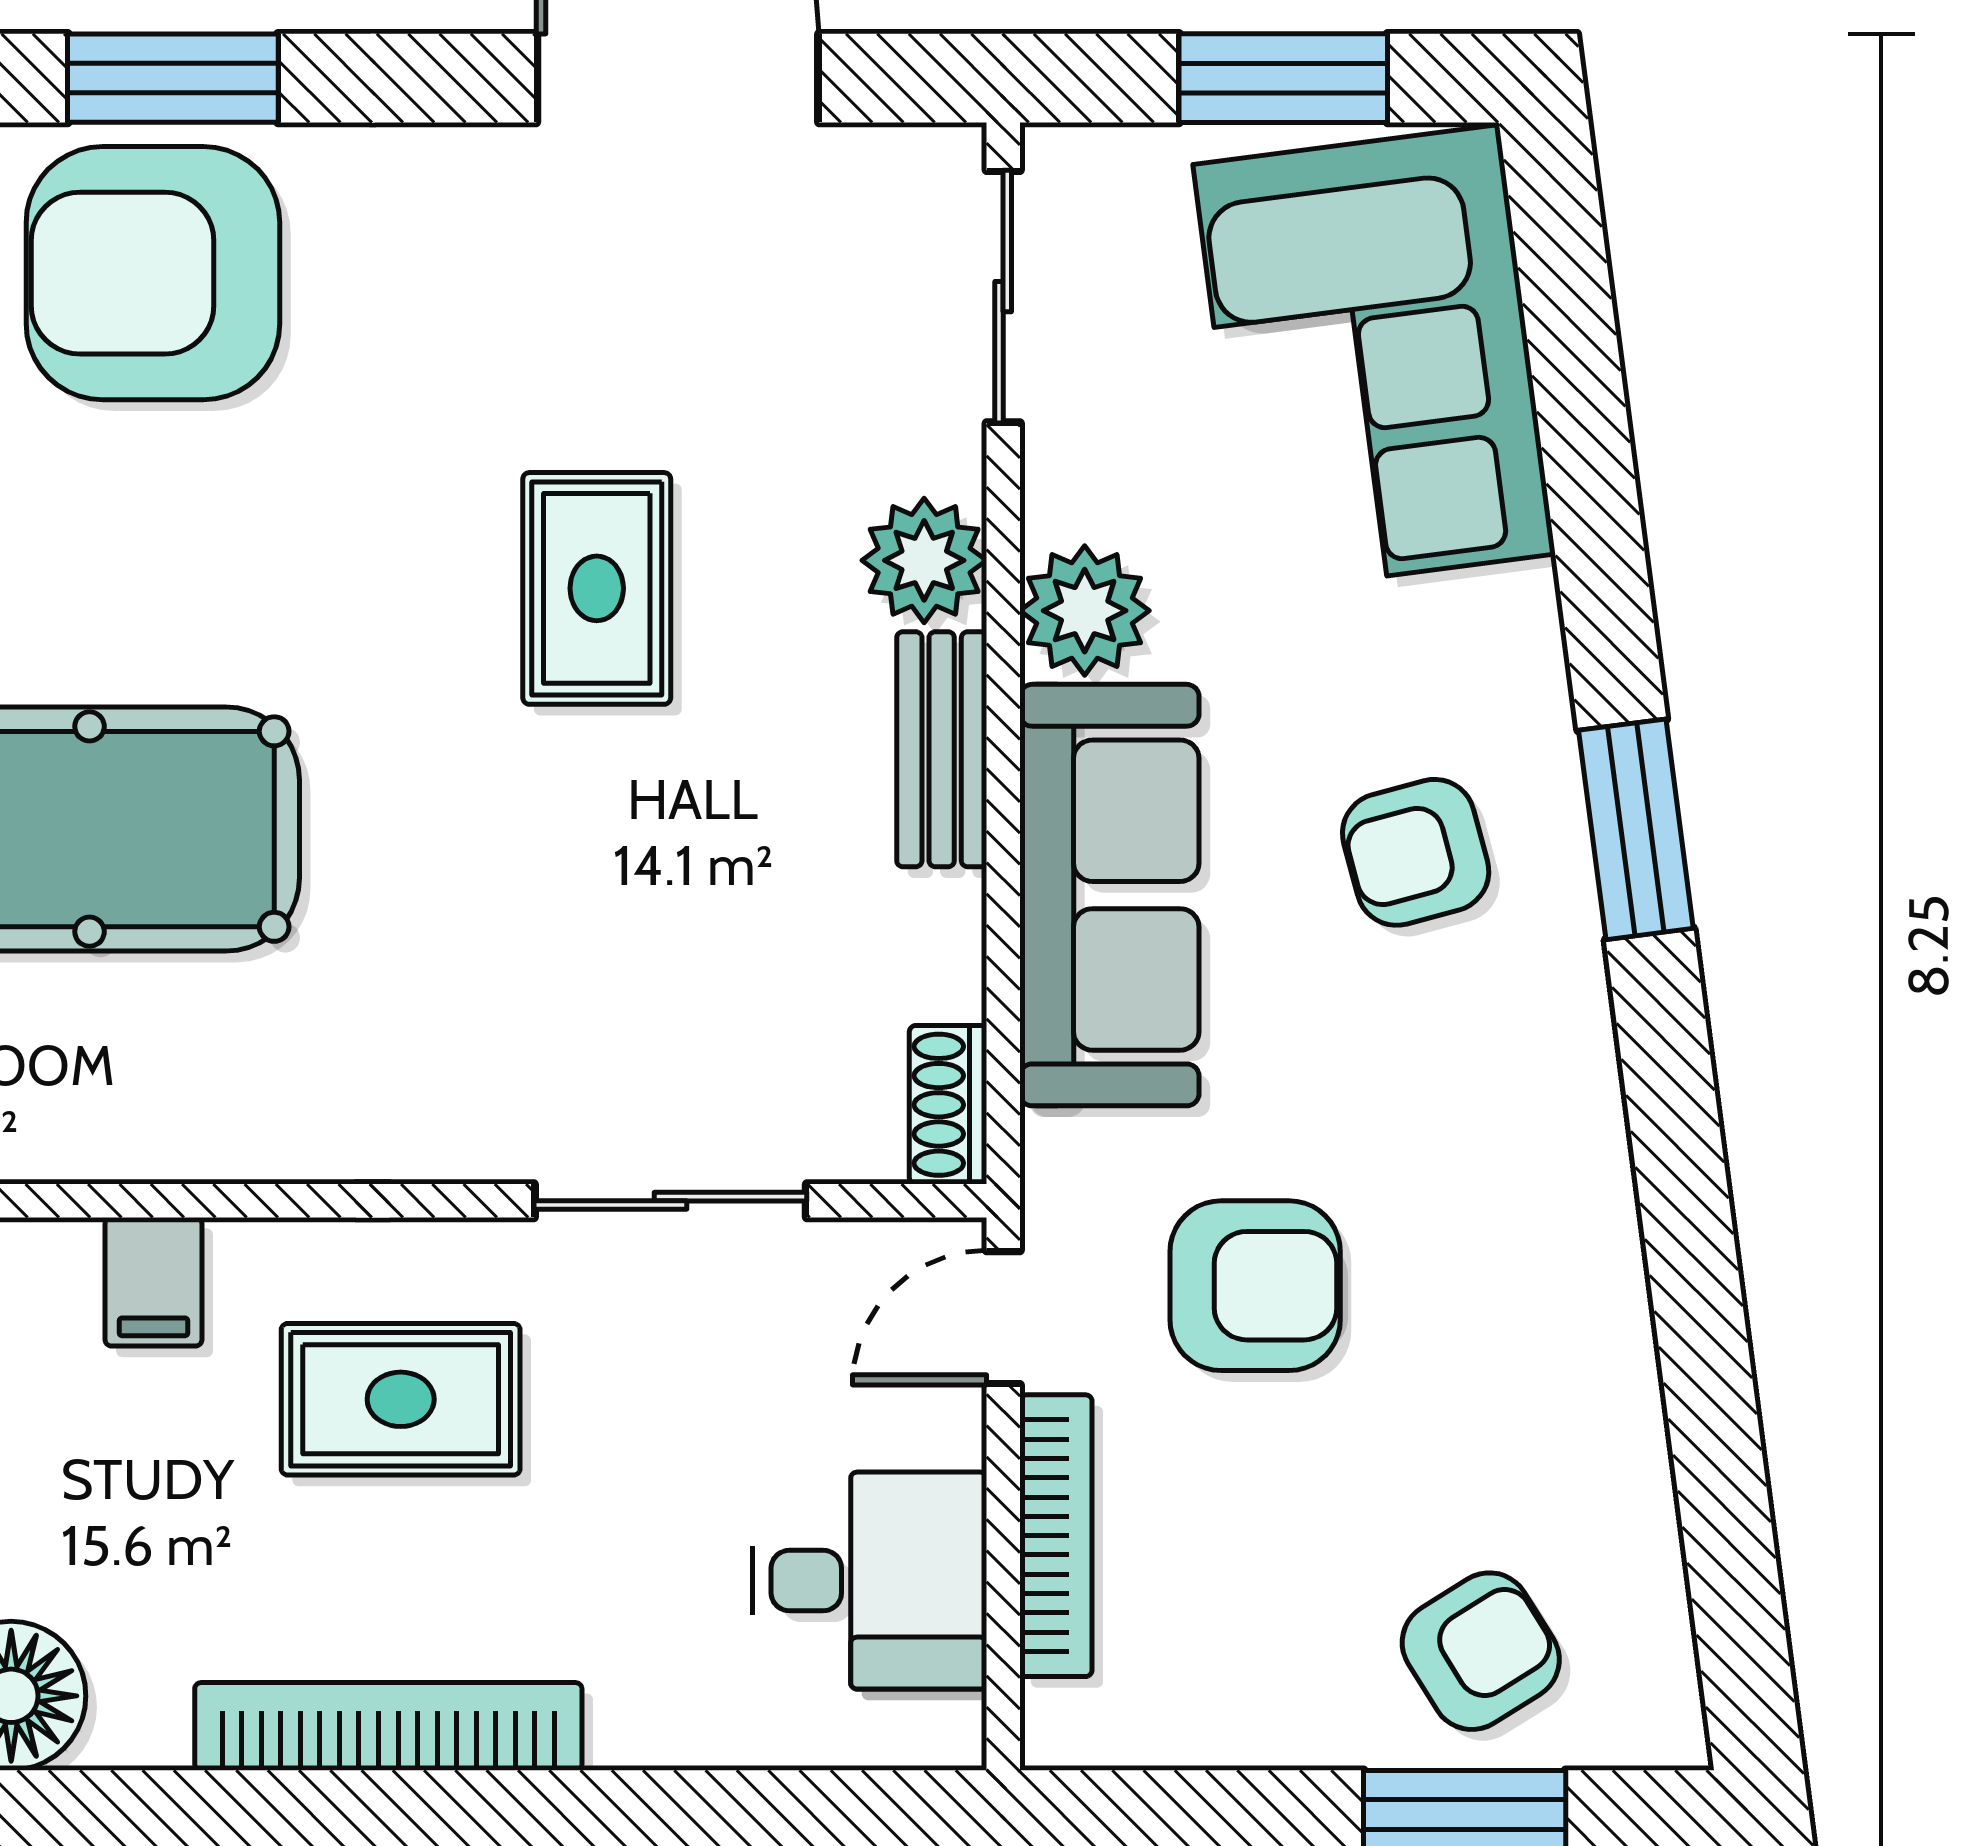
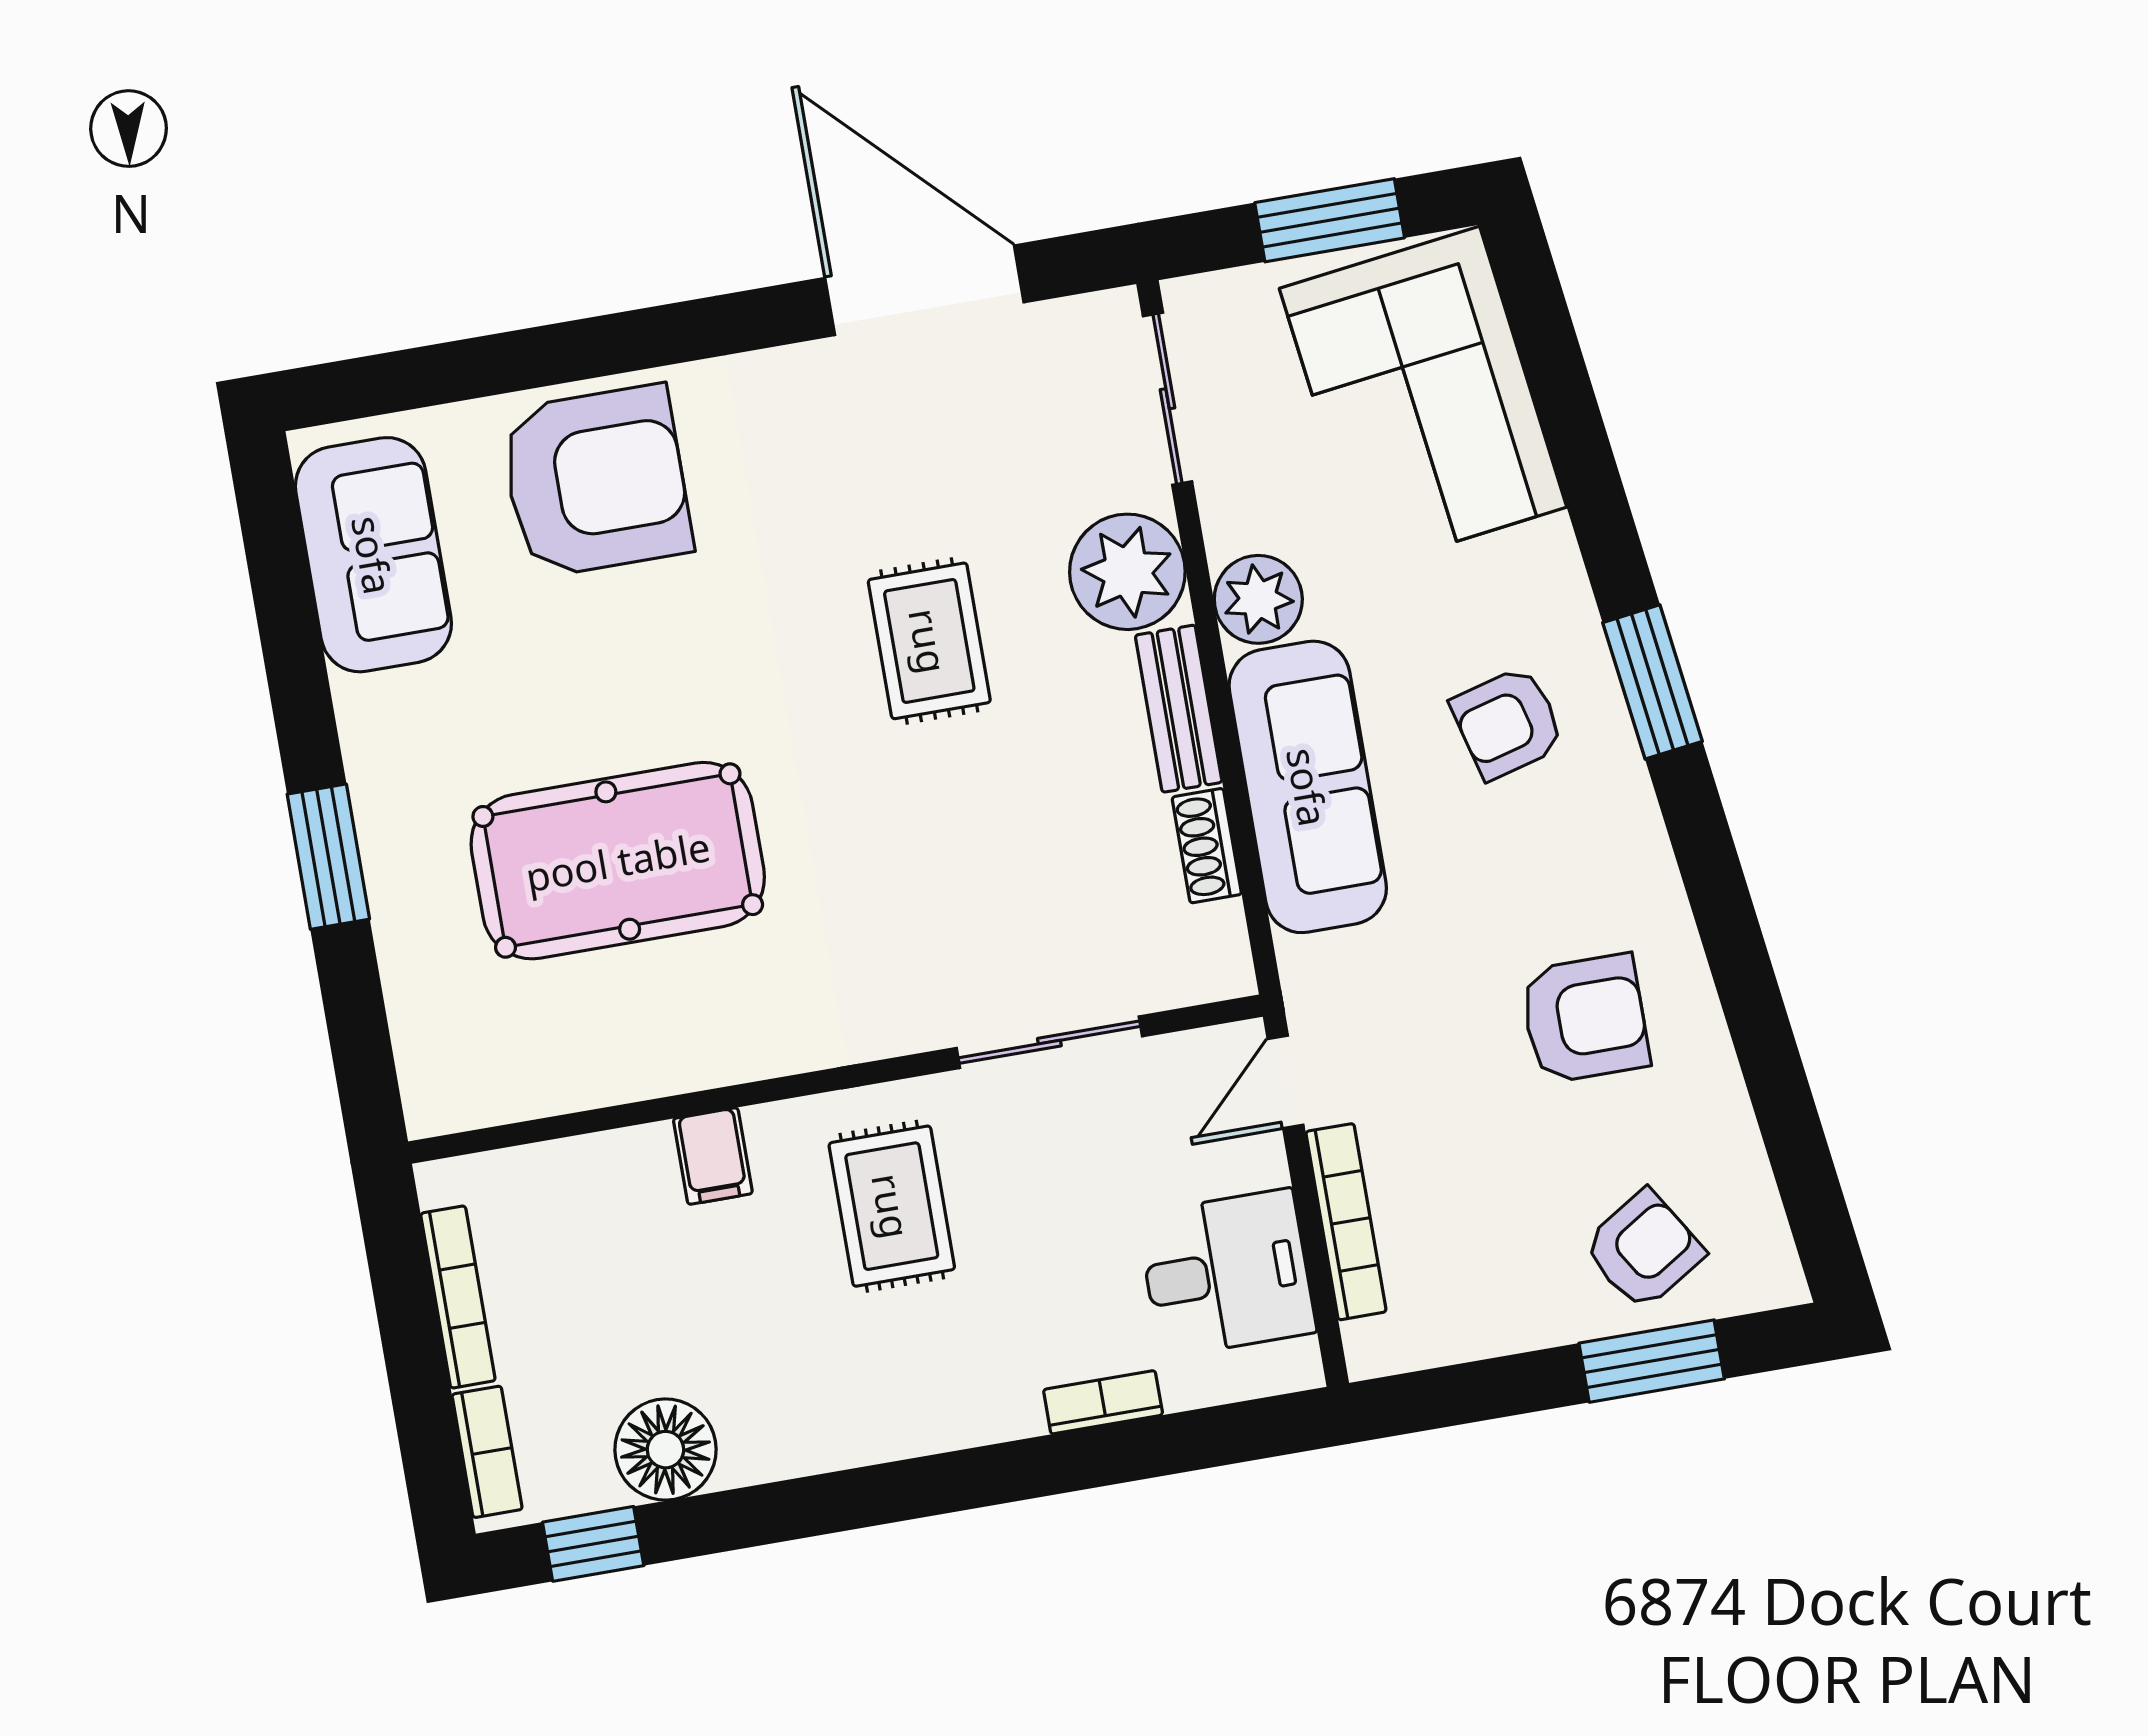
window: (173, 78) -> (587, 349), removed
armchair: (153, 273) -> (596, 481), turned 180
plant: (924, 560) -> (1127, 572), width x1.36, depth x1.36
shoe rack: (948, 1105) -> (1207, 846), moved
armchair: (1255, 1286) -> (1585, 1019), moved
rug: (401, 1399) -> (892, 1206), turned 90
bookcase: (388, 1726) -> (1103, 1402), moved, width x0.43, depth x0.76

